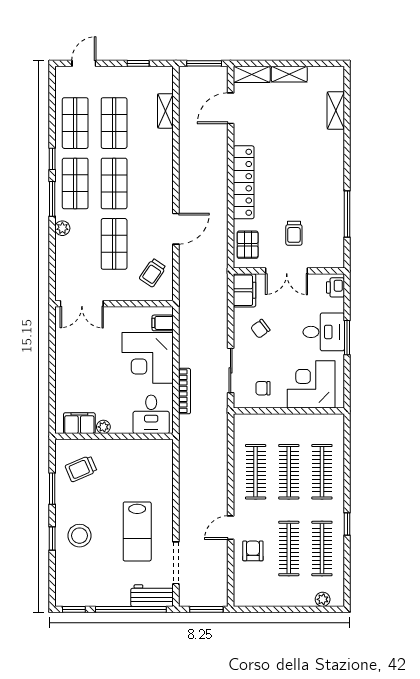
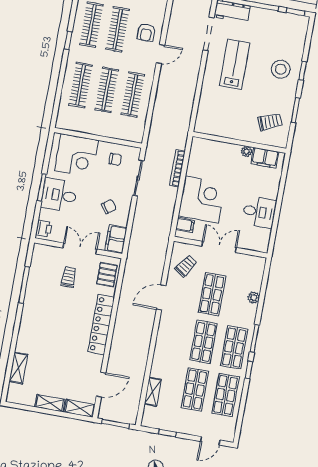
plant: (62, 228) -> (254, 298), moved
double door: (82, 304) -> (219, 247), moved
desk: (151, 414) -> (259, 212), moved, turned 90

